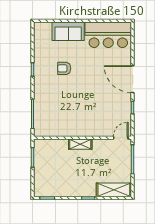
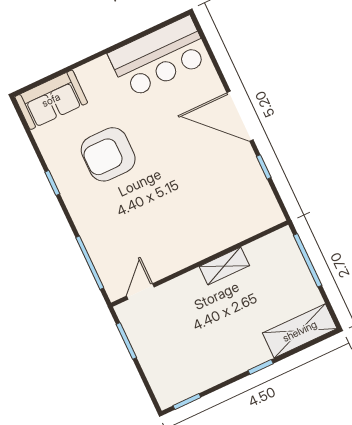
sofa: (68, 31) -> (51, 100), moved
armchair: (64, 68) -> (108, 154), width x1.88, depth x1.88
door: (121, 138) -> (140, 291), moved
shelving: (80, 144) -> (224, 266), moved

